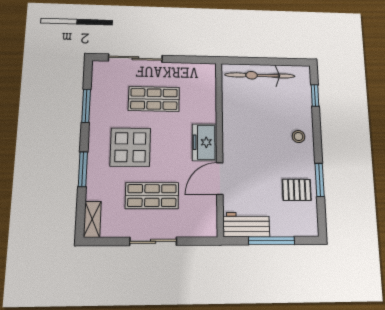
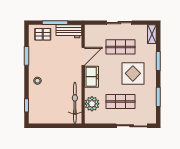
bicycle: (260, 75) -> (75, 103), moved, turned -90
plant: (204, 96) -> (92, 104), added
pallet: (297, 190) -> (43, 34), moved

